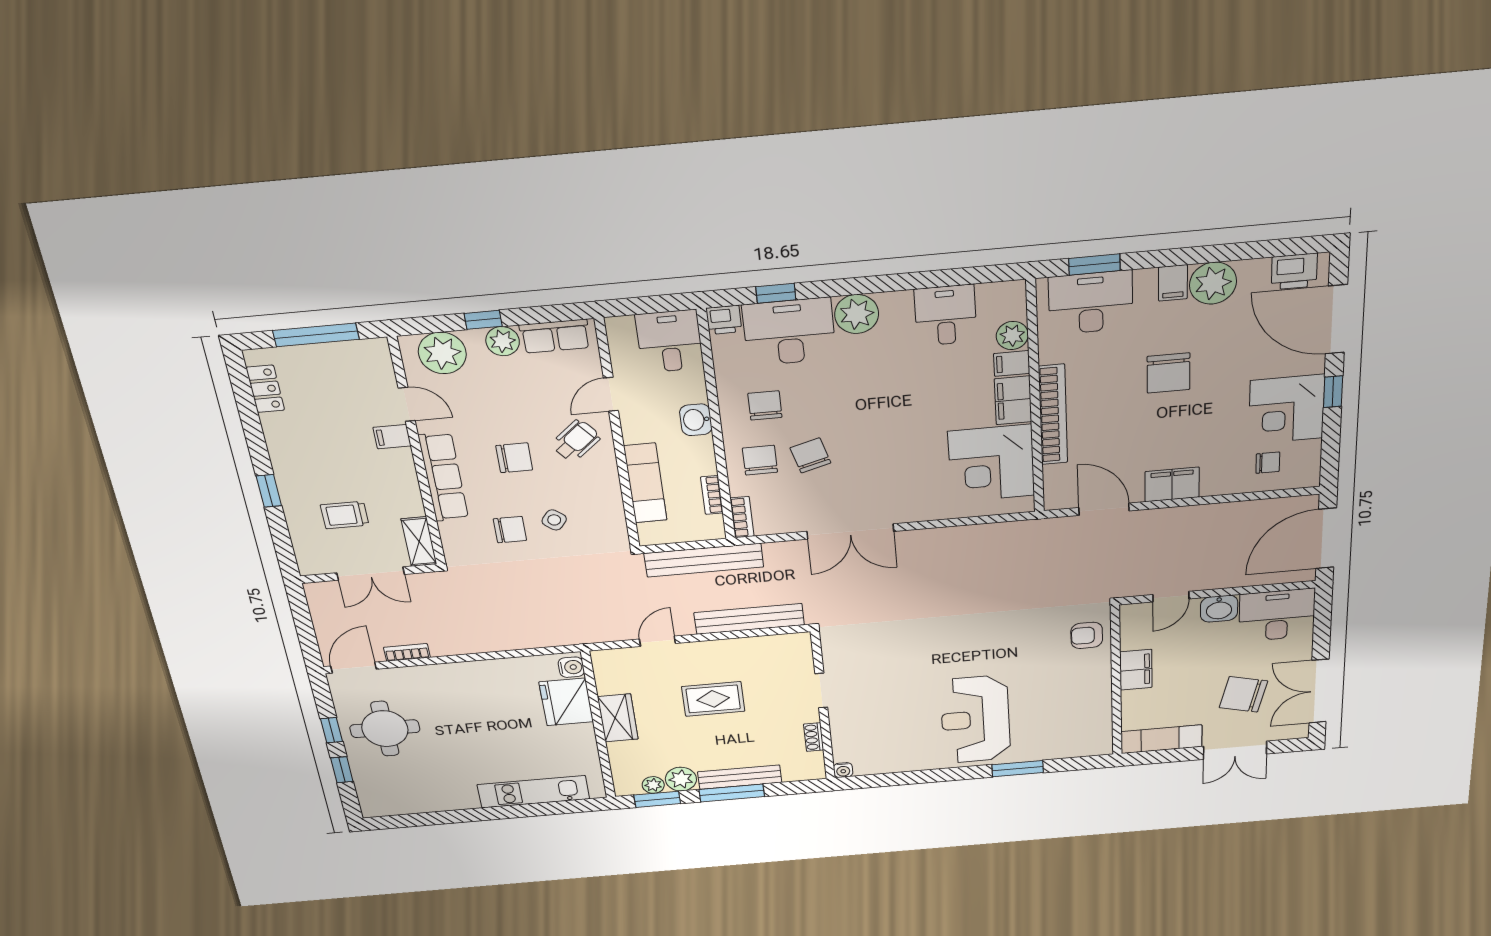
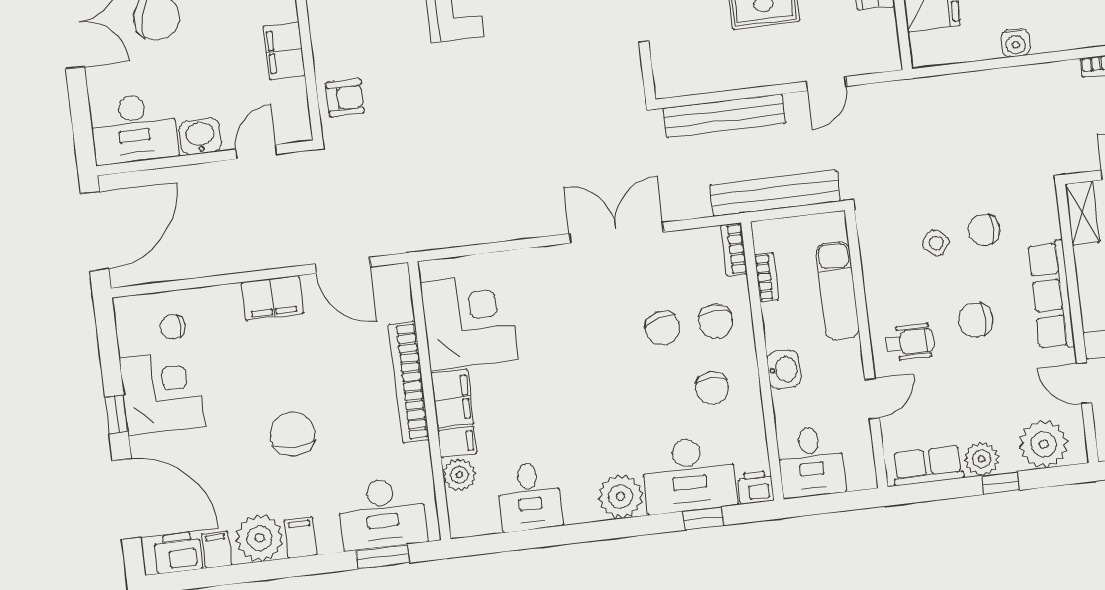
filing cabinet: (1256, 274) -> (217, 550), added
wheelchair: (576, 441) -> (910, 342), turned -140
water cooler: (571, 667) -> (1016, 43), moved, turned -90

